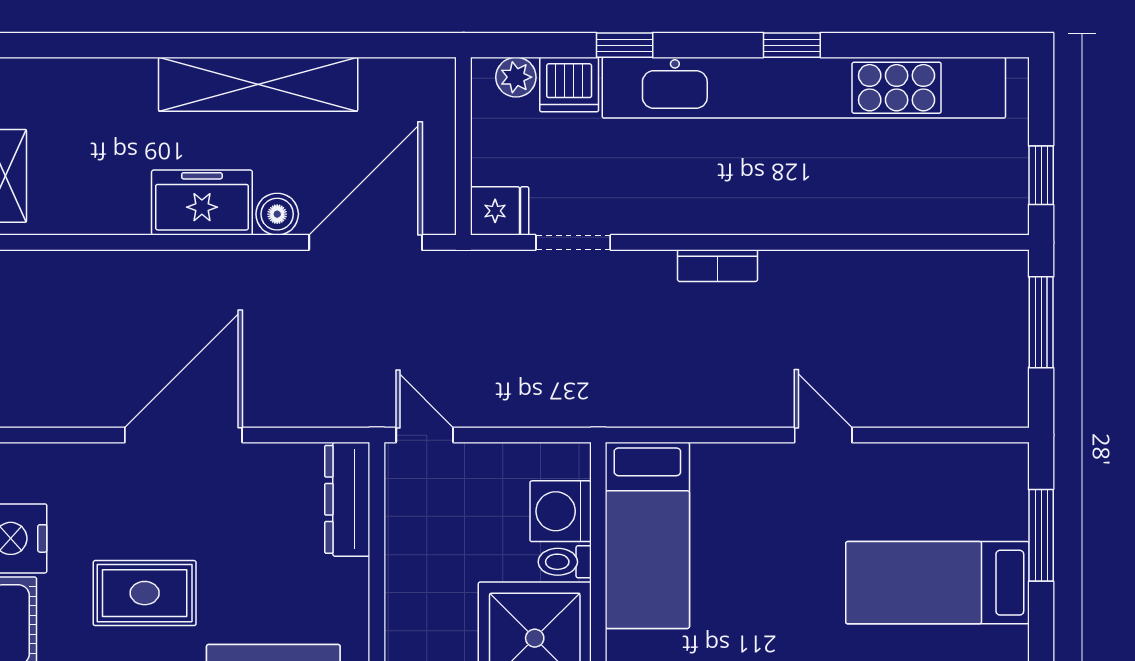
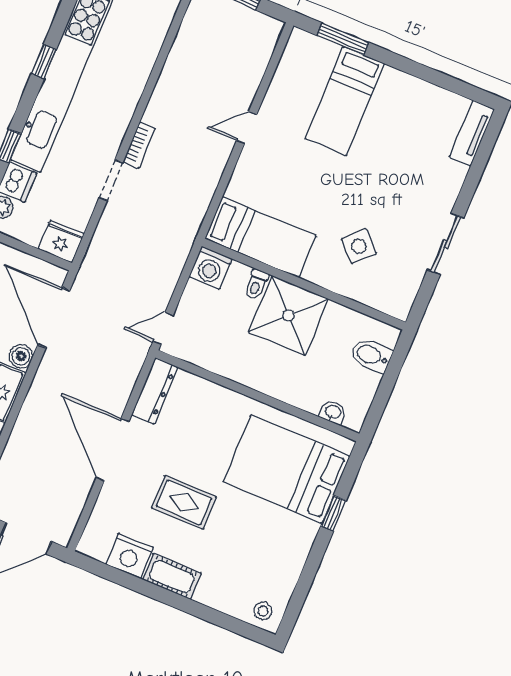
fridge: (500, 211) -> (61, 242), width x1.38
doorway: (573, 242) -> (111, 180), moved
dresser: (347, 499) -> (154, 391), moved, turned -90
washing machine: (561, 511) -> (211, 268), moved
rug: (145, 593) -> (184, 502), turned 90

